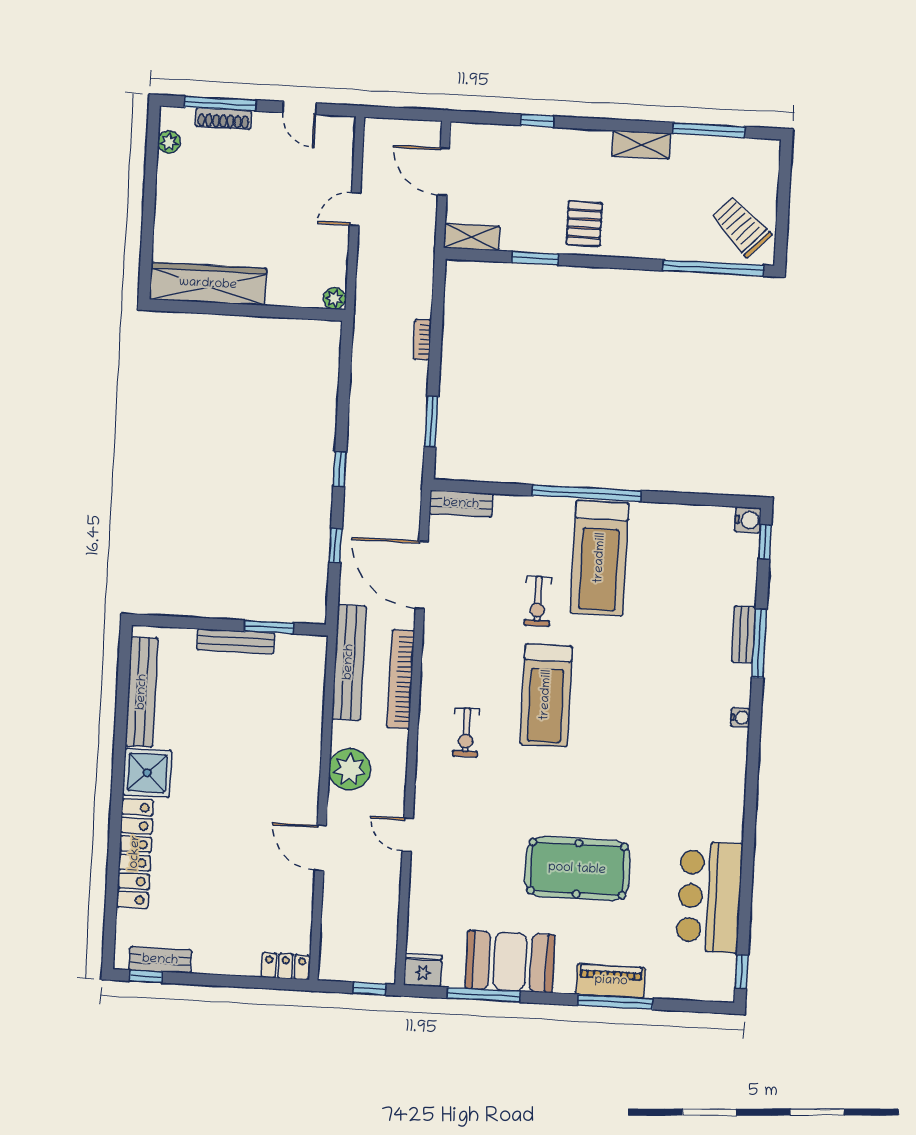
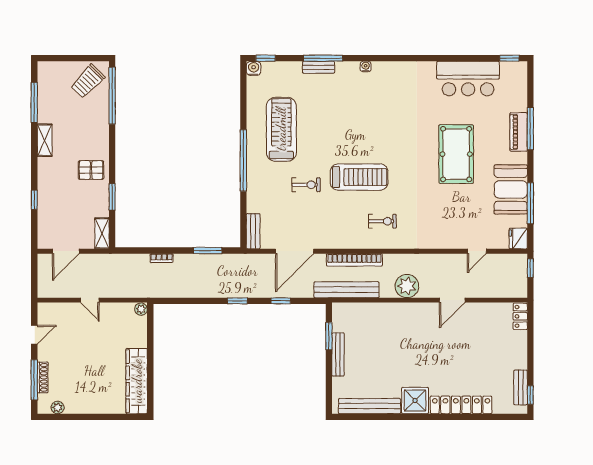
treadmill: (600, 558) -> (281, 129), moved, turned -90
door: (408, 835) -> (477, 251), moved

